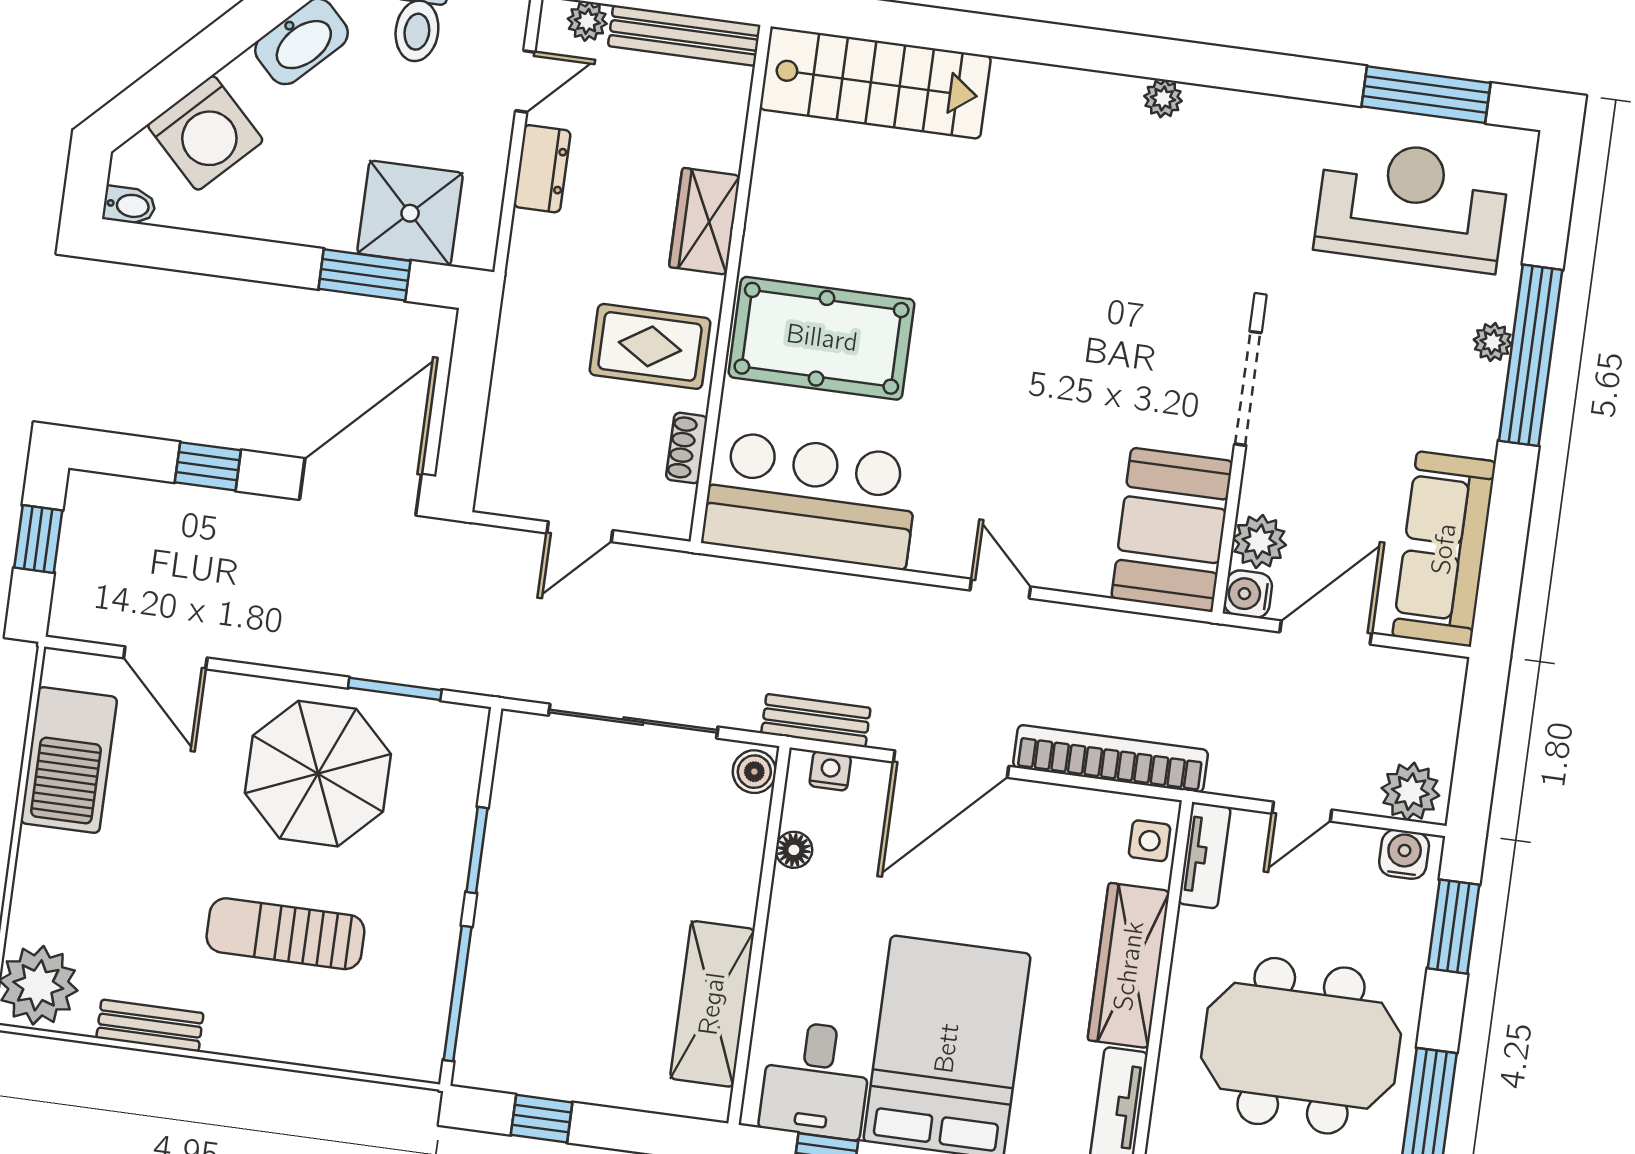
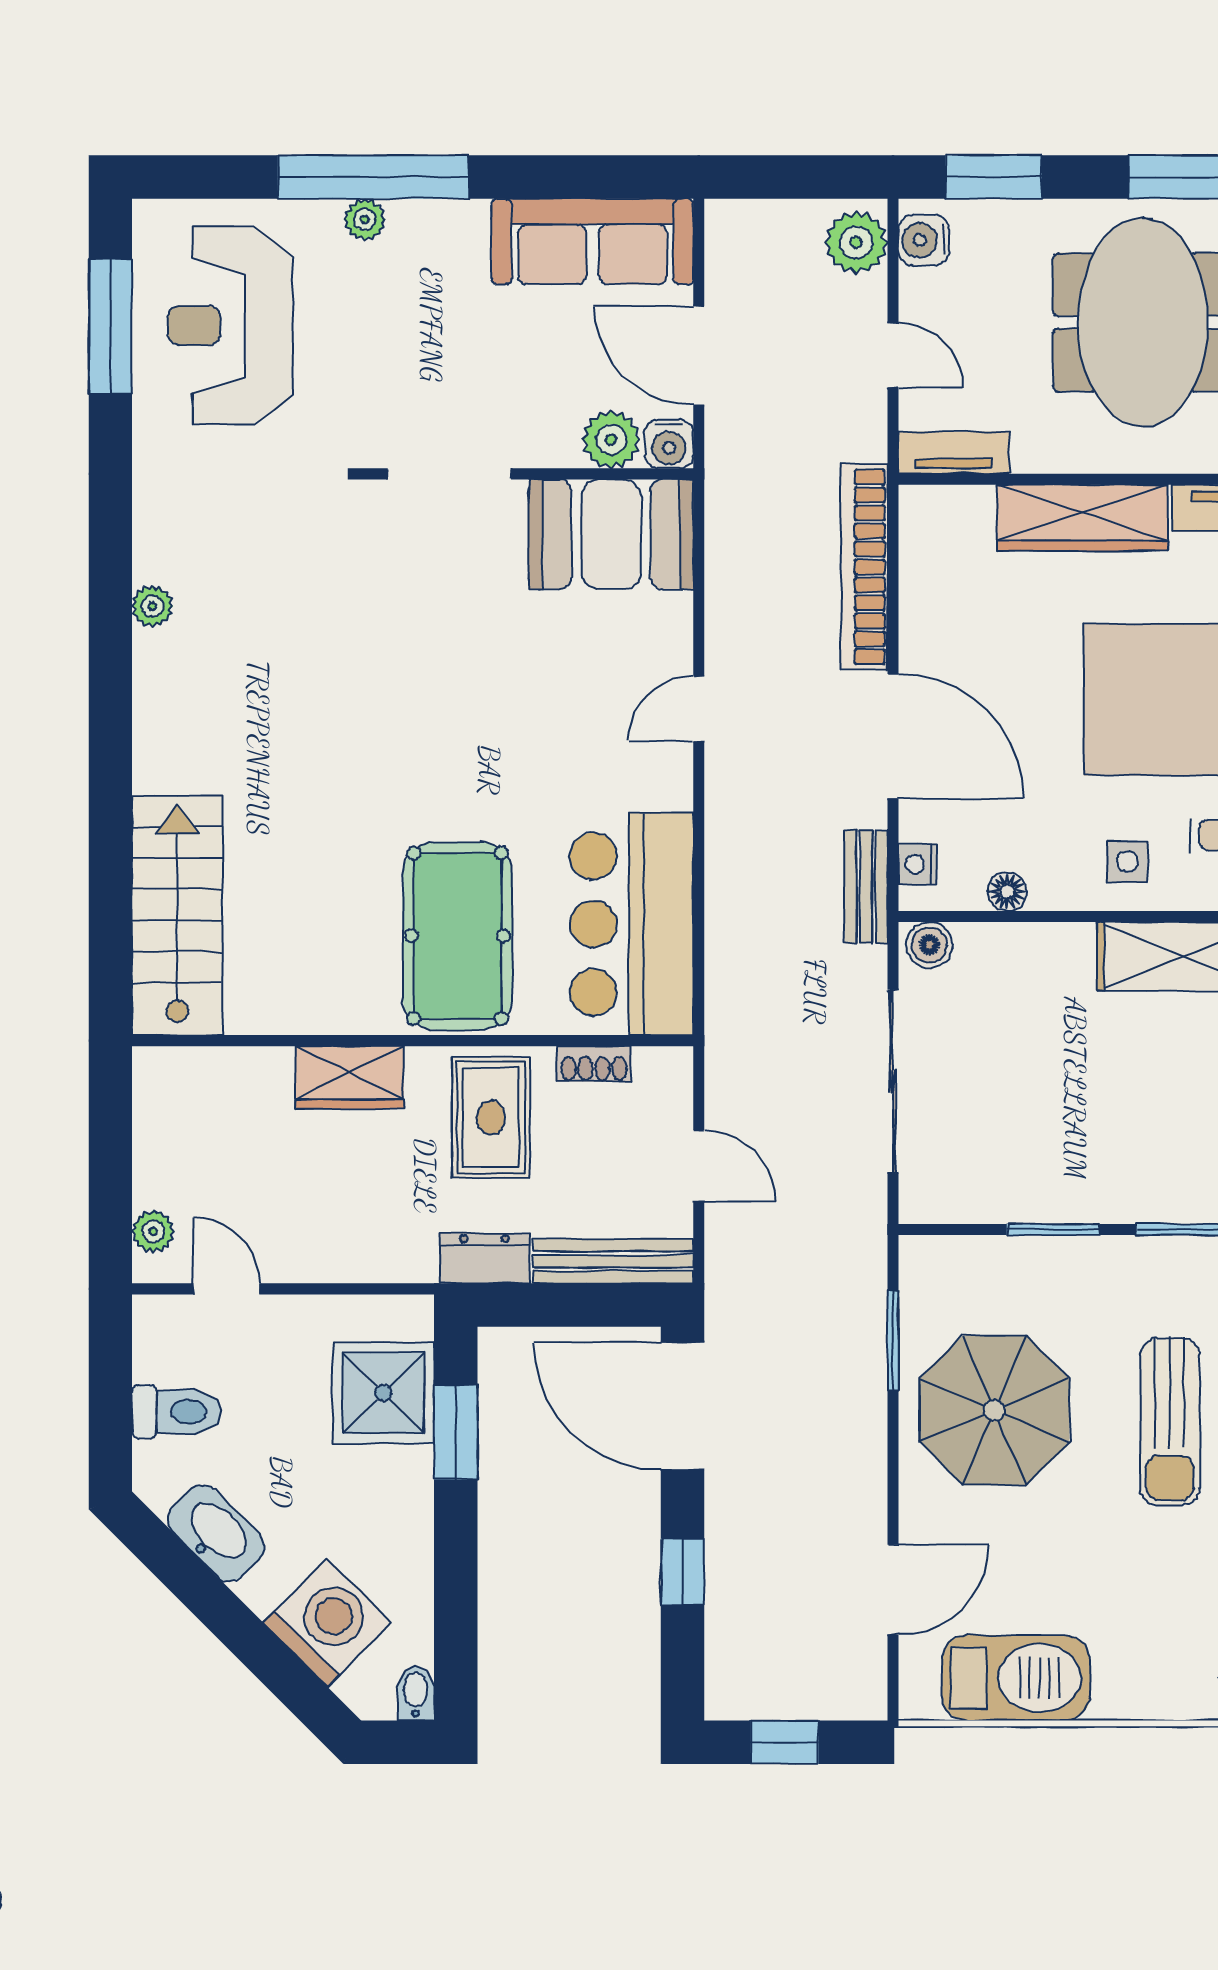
bench: (684, 35) -> (613, 1261), moved, turned 90
dresser: (542, 169) -> (484, 1258), moved
side table: (1150, 841) -> (1127, 862), moved

